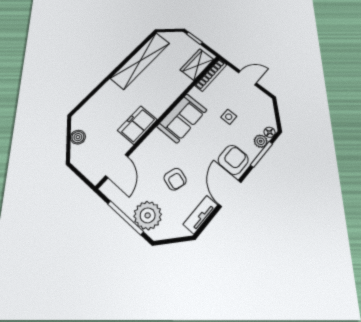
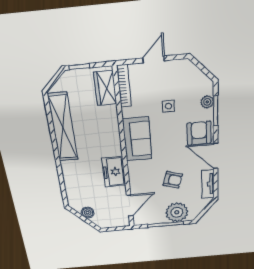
floor lamp: (270, 132) -> (208, 89), removed
door: (117, 166) -> (130, 206), hinge flipped

